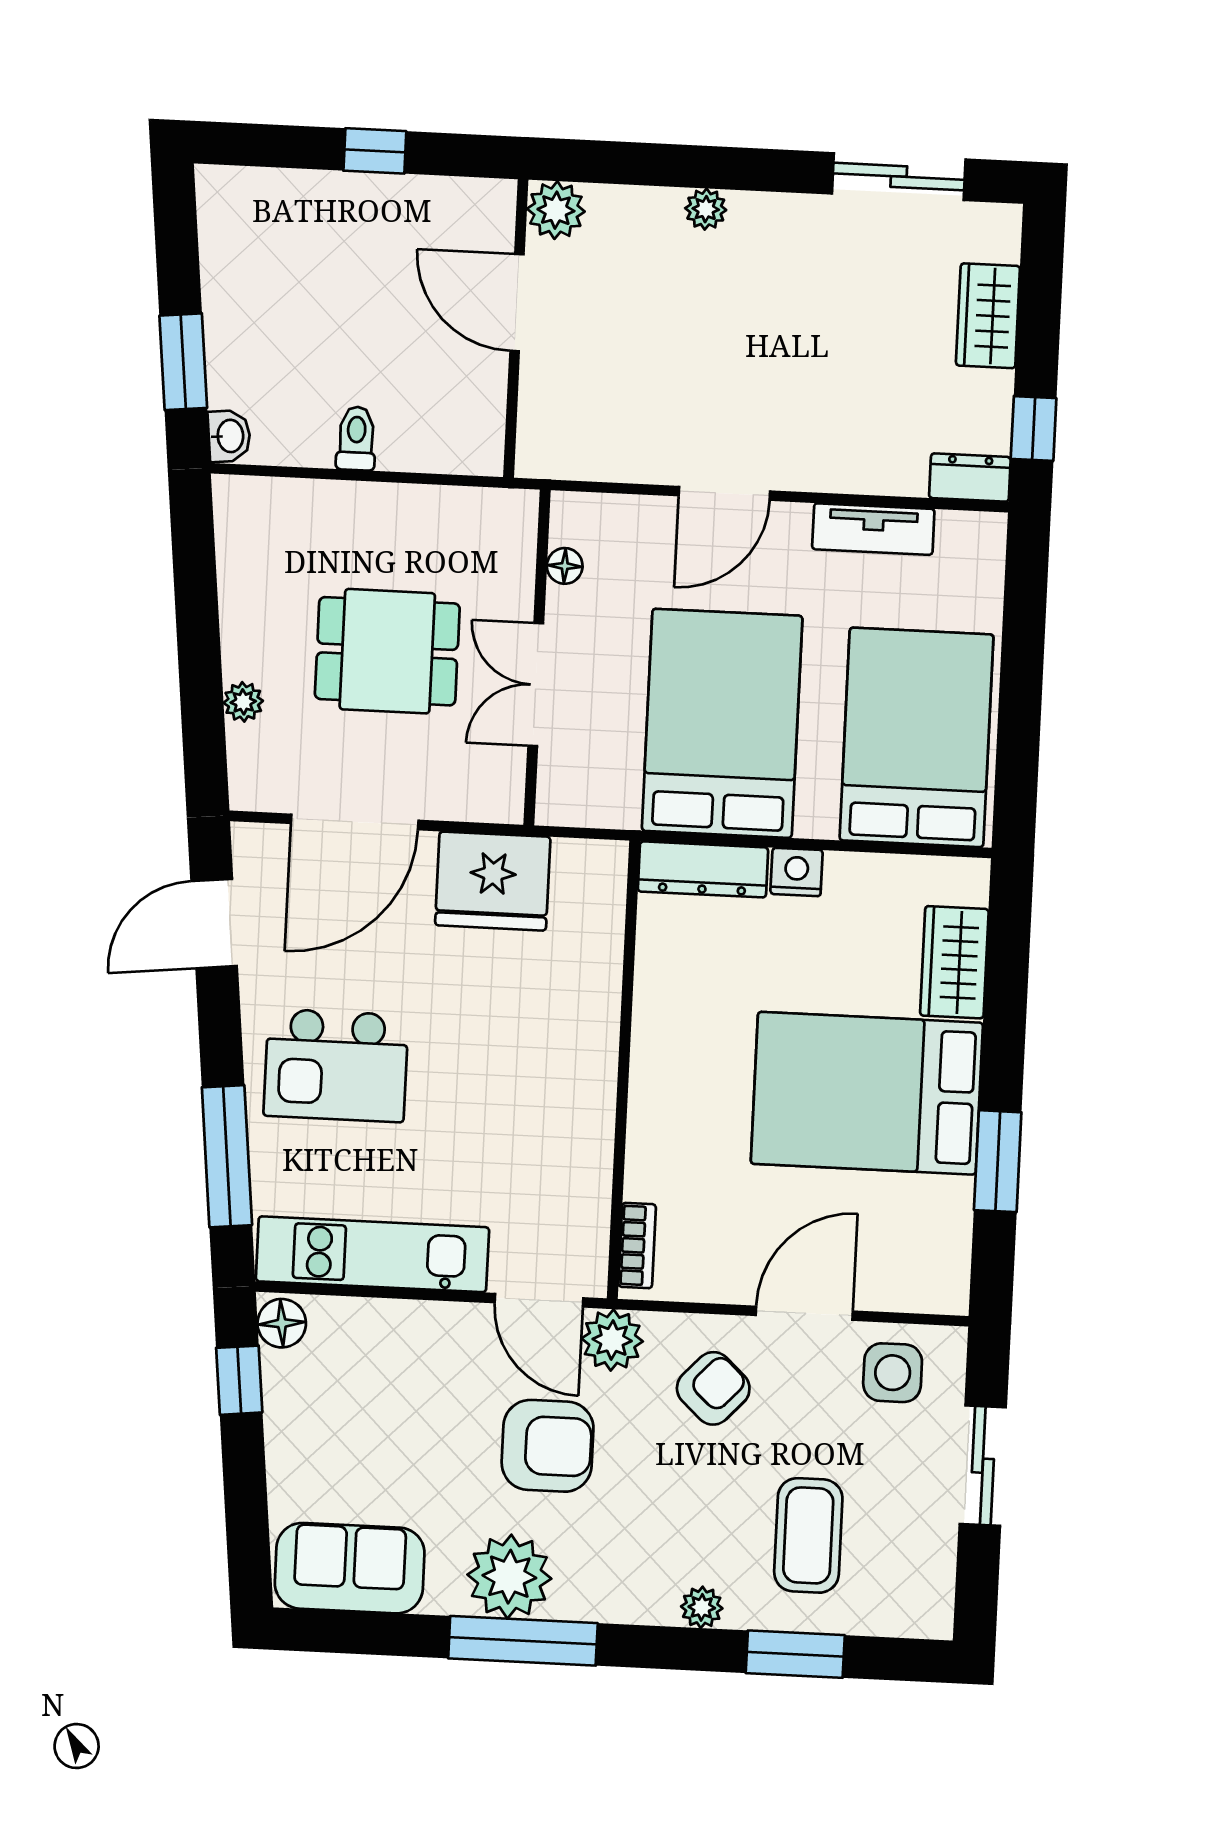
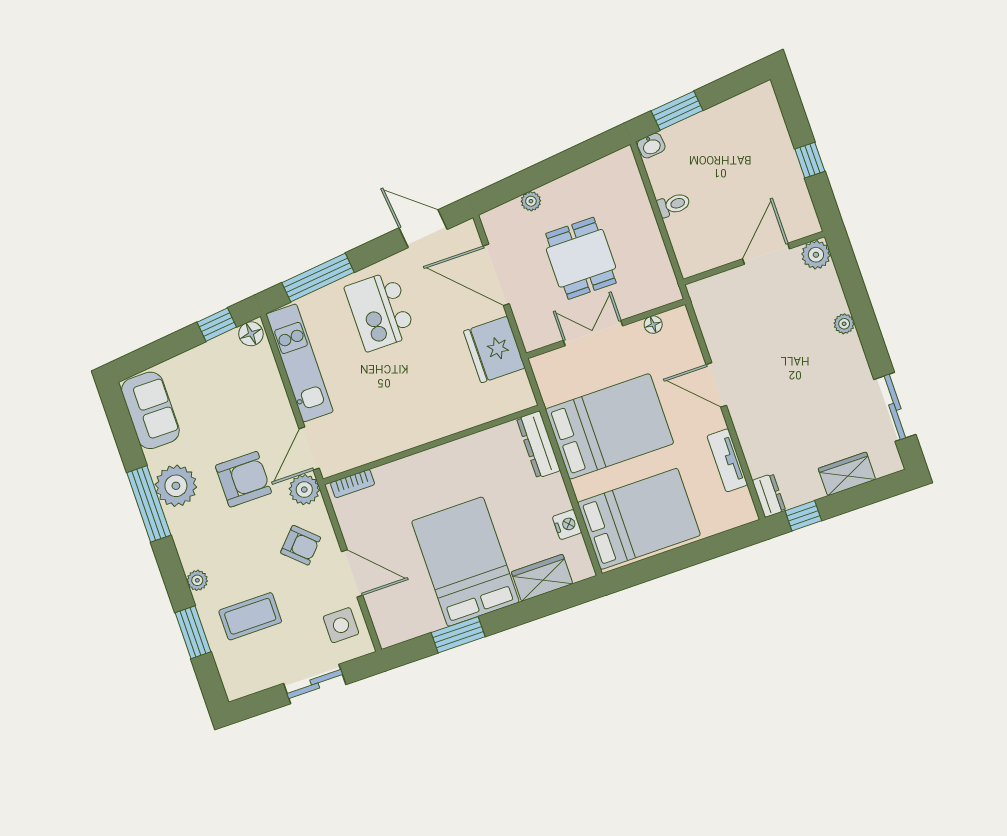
nightstand: (797, 872) -> (567, 525), moved
armchair: (548, 1446) -> (243, 479), turned -90

